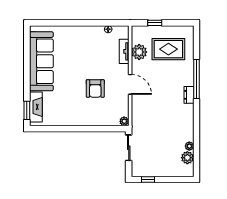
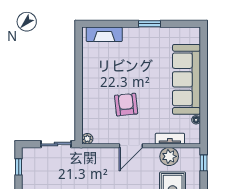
window: (155, 23) -> (204, 163), moved
sofa: (41, 61) -> (186, 79), moved, turned 90
armchair: (95, 88) -> (126, 105), turned 84
window: (27, 110) -> (150, 24), moved

